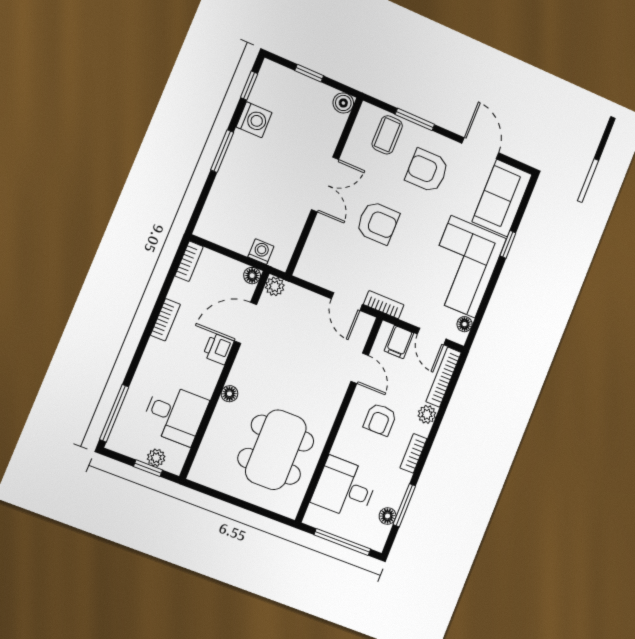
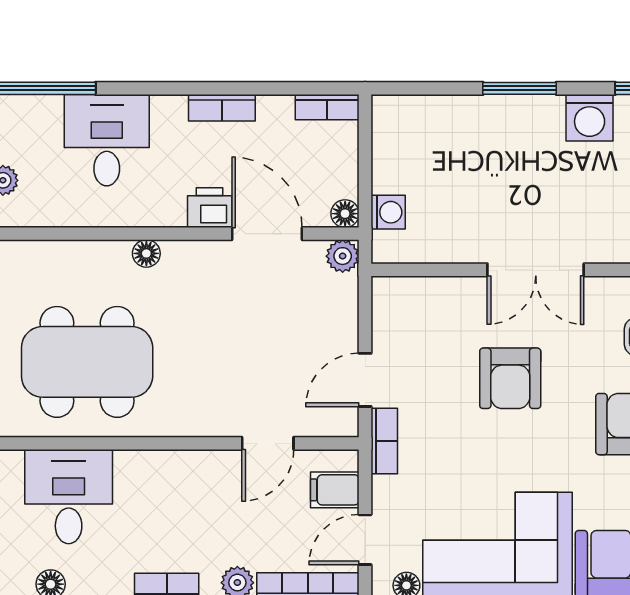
desk: (175, 414) -> (107, 140), moved, turned 180
armchair: (380, 419) -> (200, 509), removed

